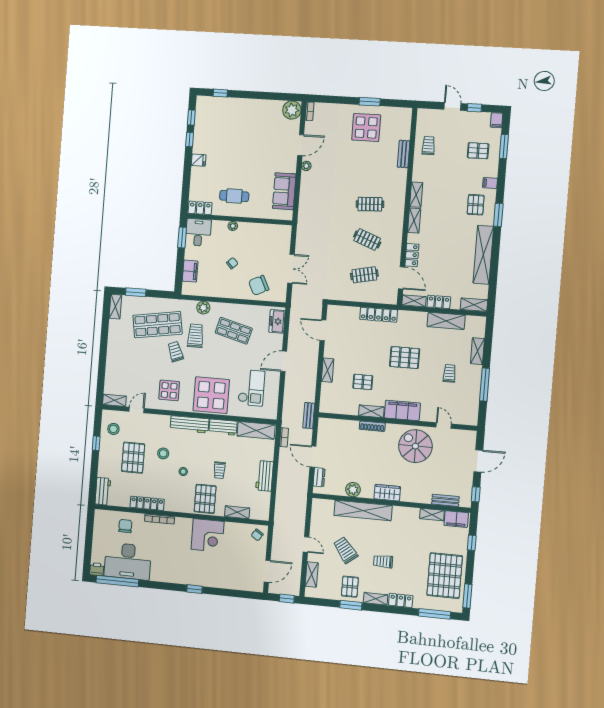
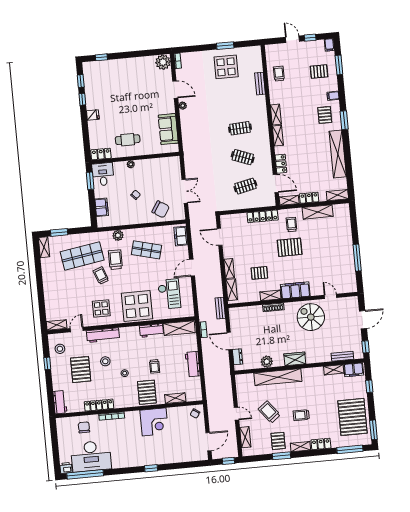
door: (301, 145) -> (175, 90), hinge flipped
chair: (259, 285) -> (161, 209), turned -121
shelving: (477, 351) -> (232, 290), moved
trolley: (449, 373) -> (291, 224), moved
workbench: (190, 424) -> (103, 335), moved

